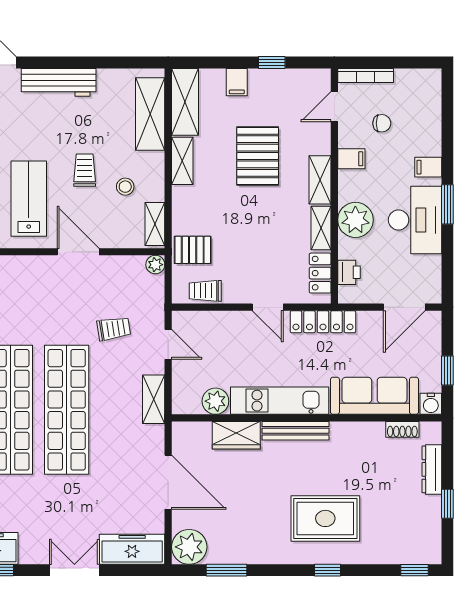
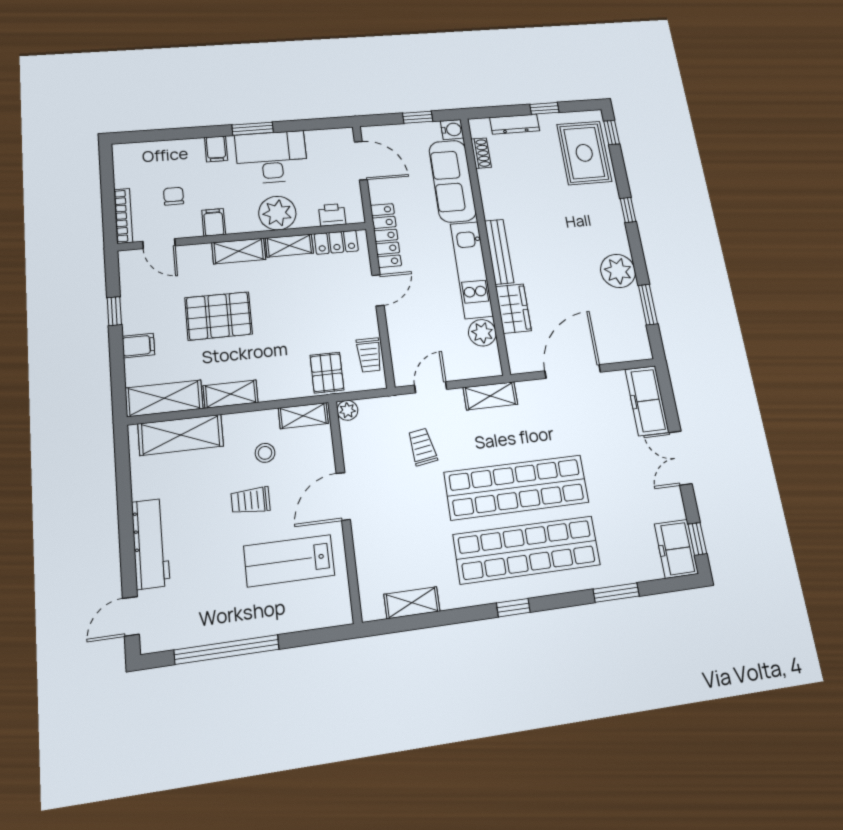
rug: (325, 518) -> (584, 153), moved
plant: (189, 547) -> (618, 271), moved

